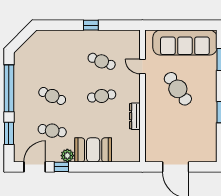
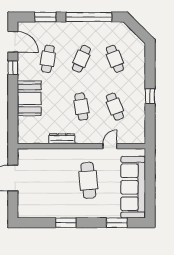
cafe table: (52, 61) -> (115, 59), added
cafe table: (102, 61) -> (115, 107), turned -42
cafe table: (178, 89) -> (88, 180), turned -60
plant: (67, 156) -> (24, 73), removed

